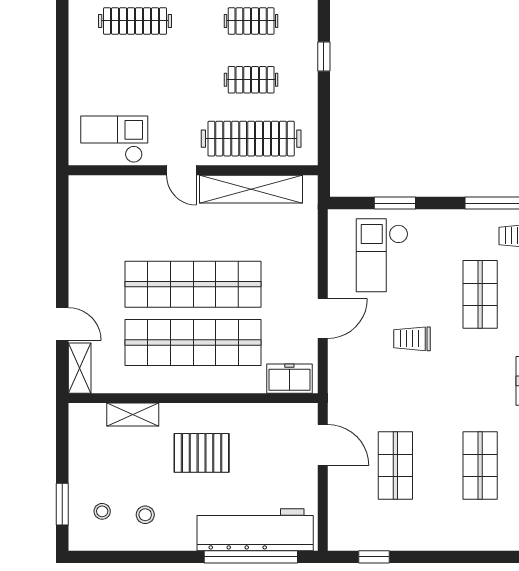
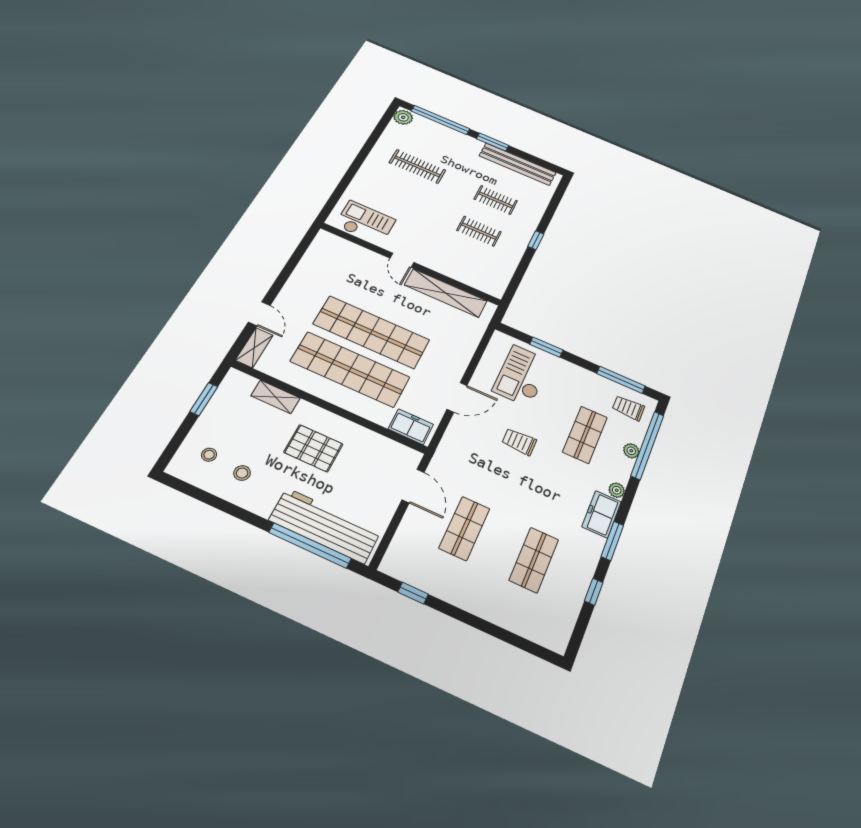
clothes rail: (251, 139) -> (461, 264), removed
window: (62, 504) -> (204, 399), moved

